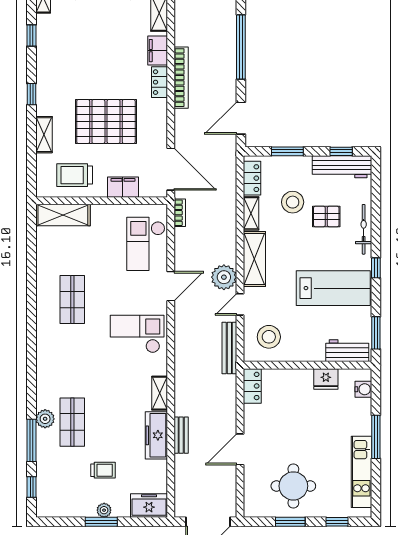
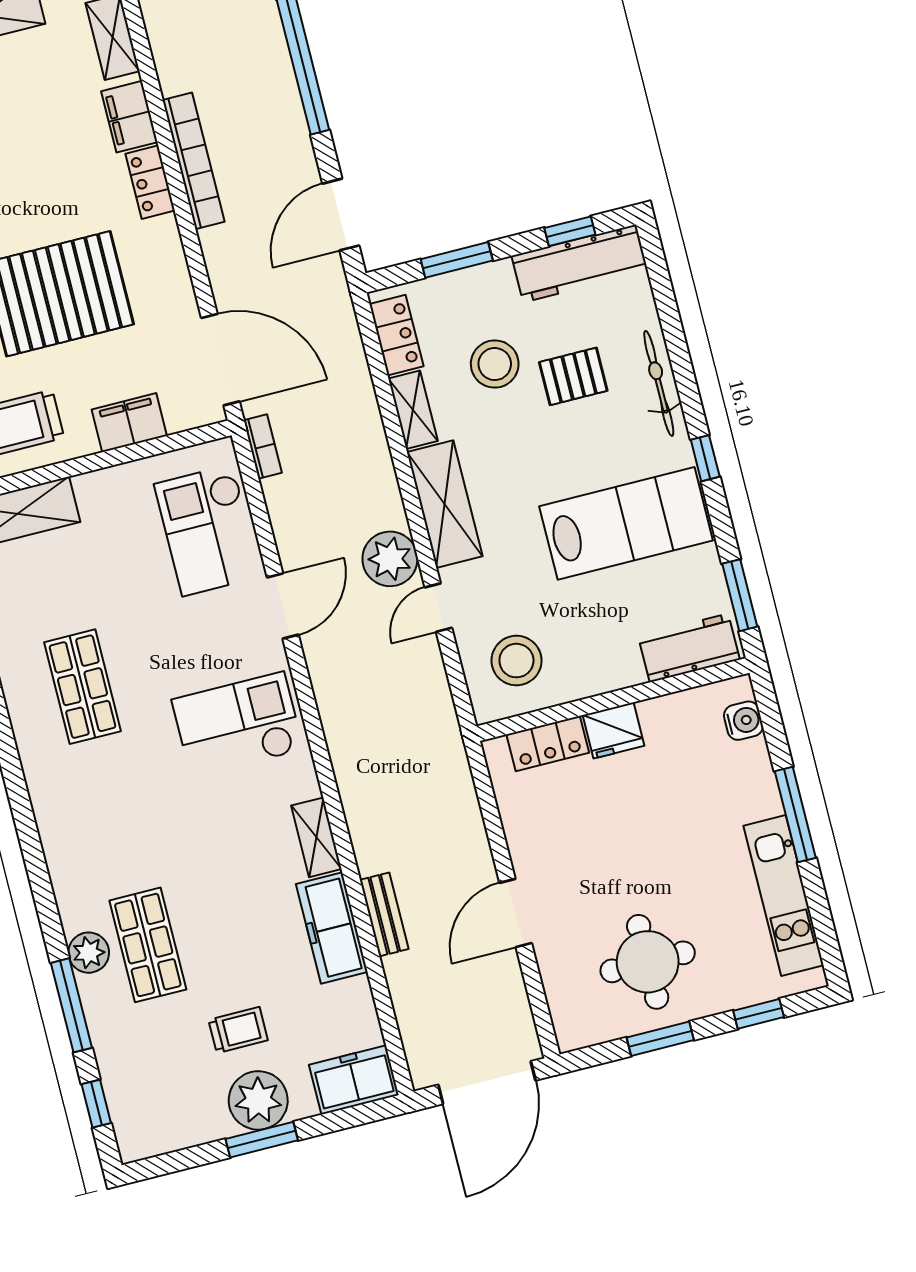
bench: (229, 348) -> (439, 705), removed
fridge: (326, 379) -> (614, 730), moved
locker: (252, 386) -> (548, 744), moved, turned 90
plant: (104, 510) -> (258, 1100), width x1.87, depth x1.87

